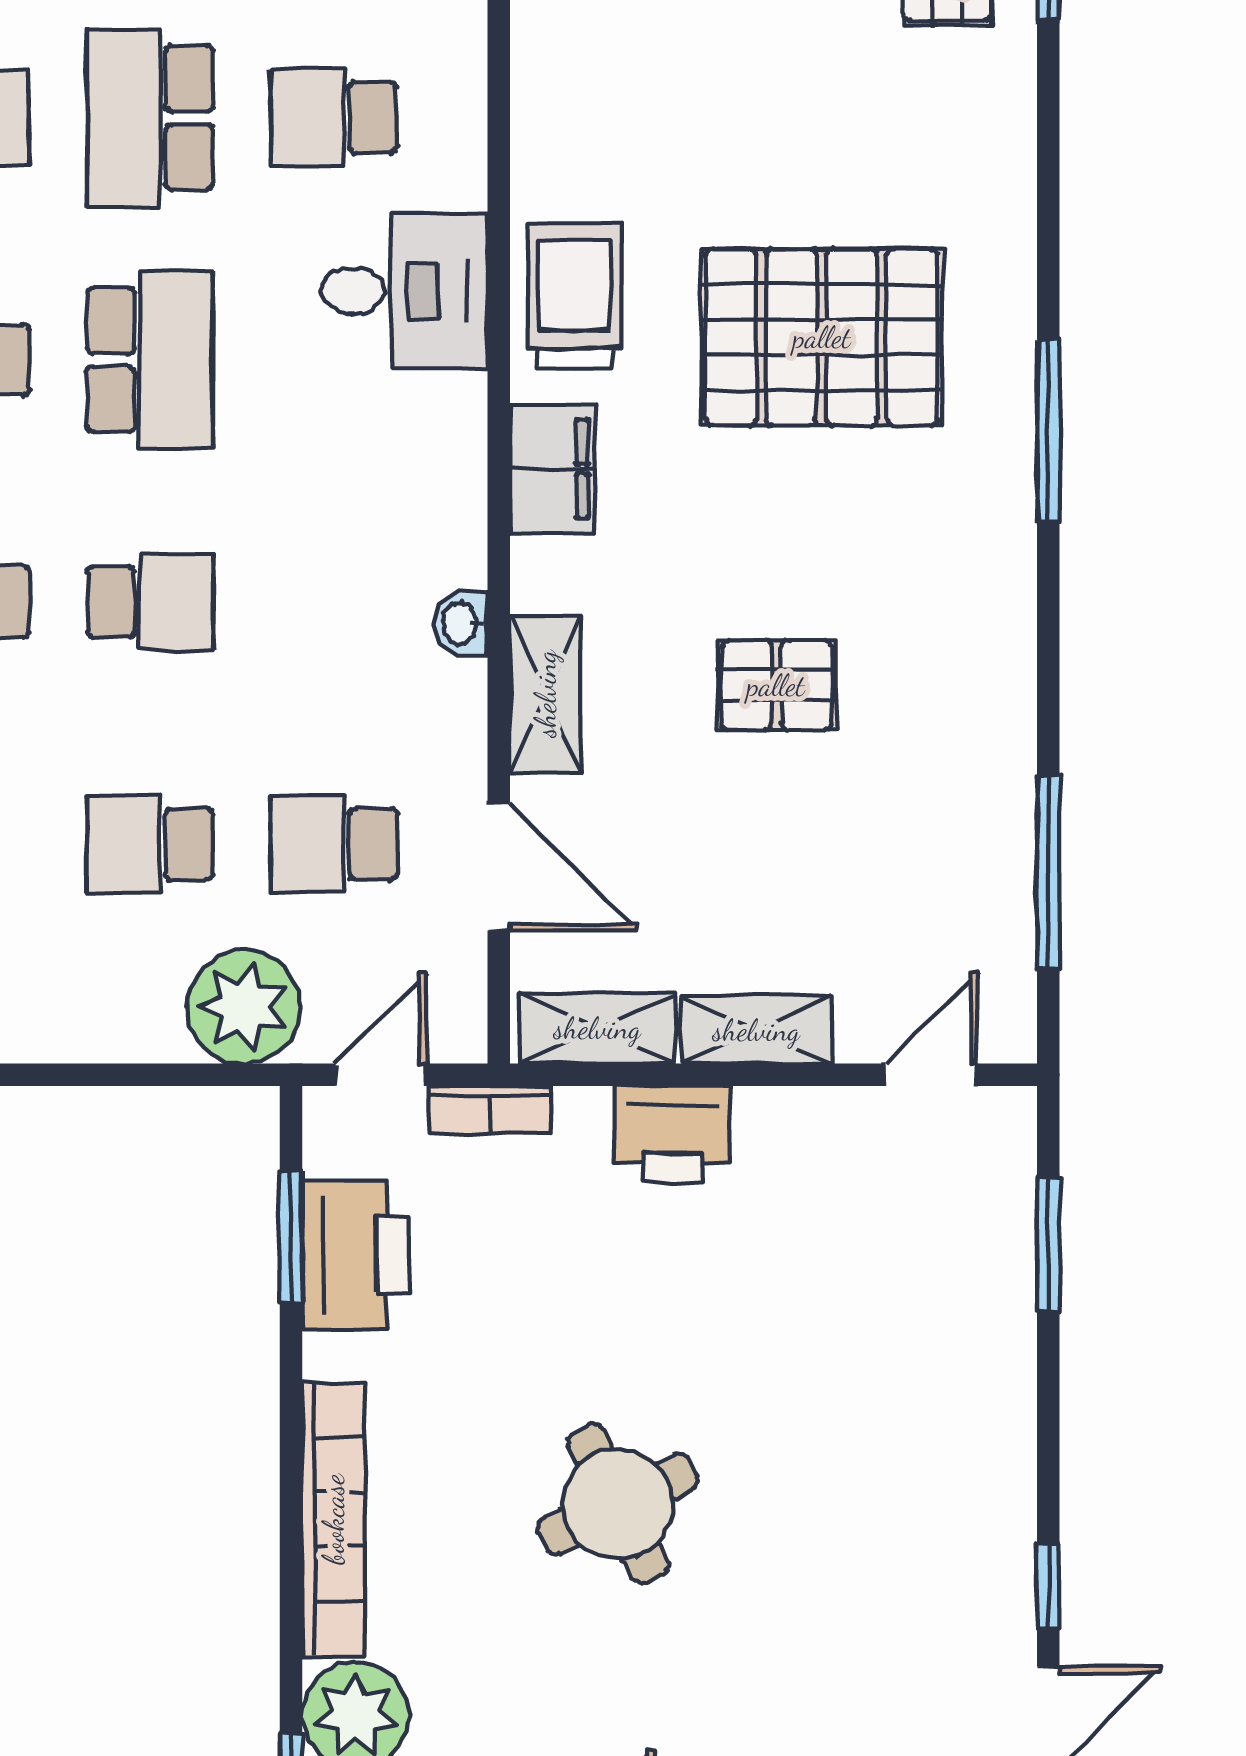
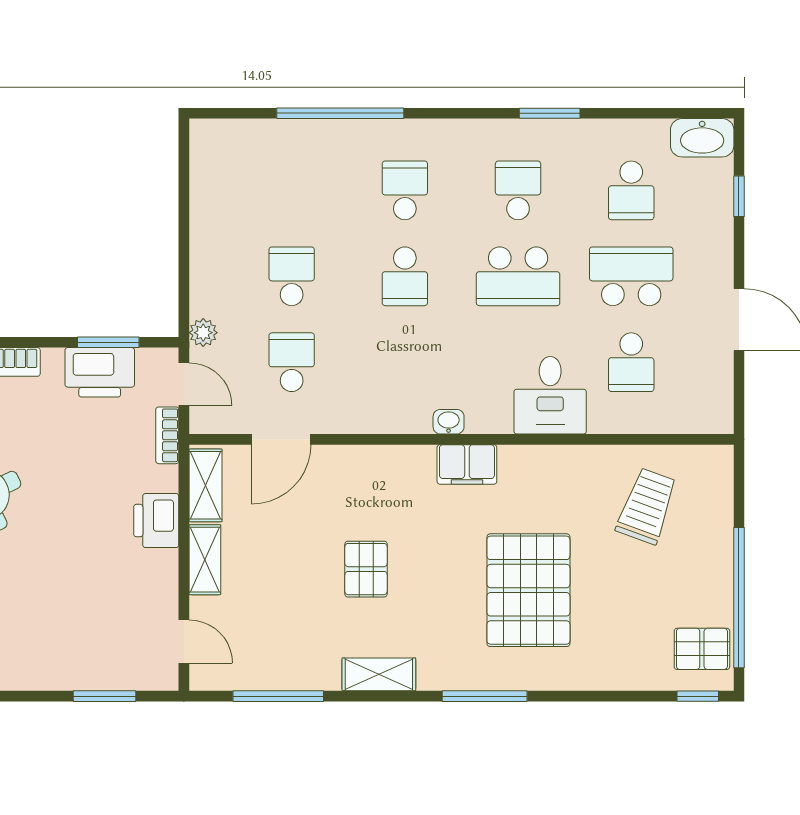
school desk: (334, 118) -> (631, 362), turned 180
trolley: (574, 296) -> (647, 506), moved, turned -70
washbasin: (461, 623) -> (449, 422), moved
shelving: (545, 694) -> (379, 674), moved
plant: (244, 1007) -> (203, 333), width x0.53, depth x0.53

